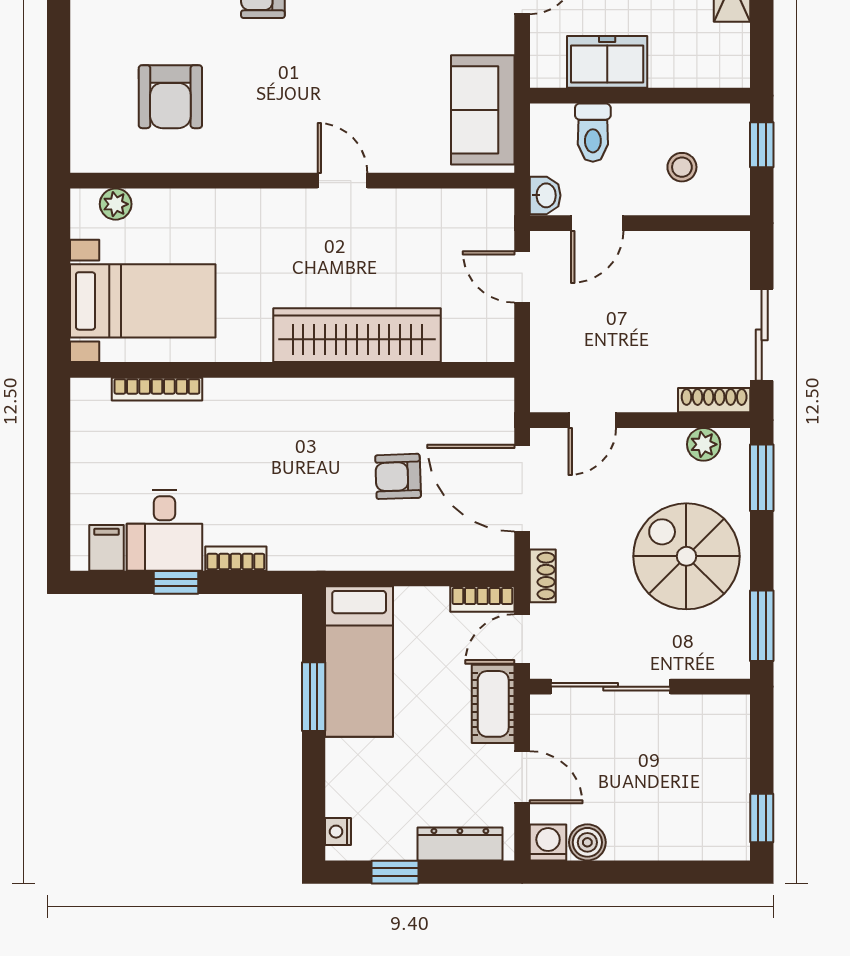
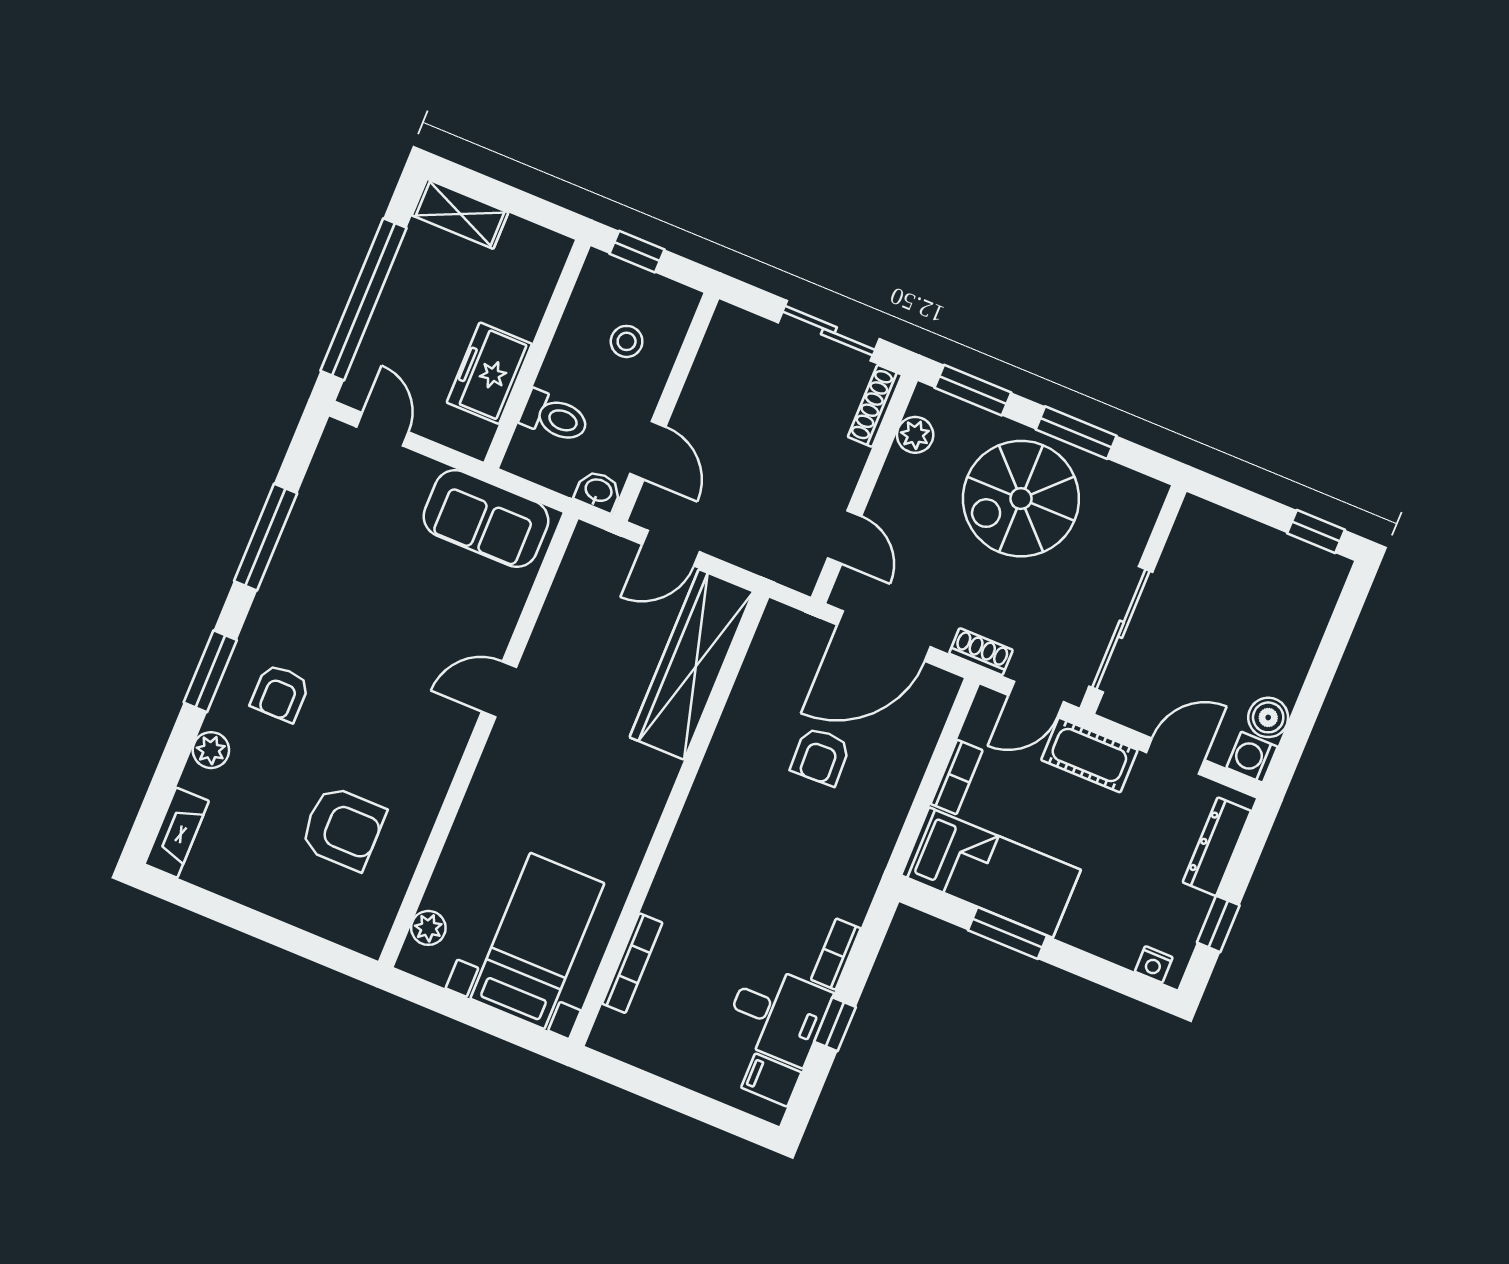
wardrobe: (357, 335) -> (692, 664), moved
bookcase: (482, 599) -> (957, 777), moved
window: (762, 626) -> (1076, 433), moved
door: (522, 639) -> (1036, 699), hinge flipped

